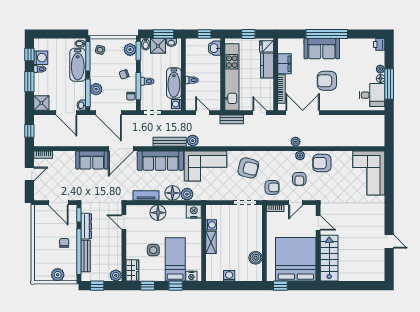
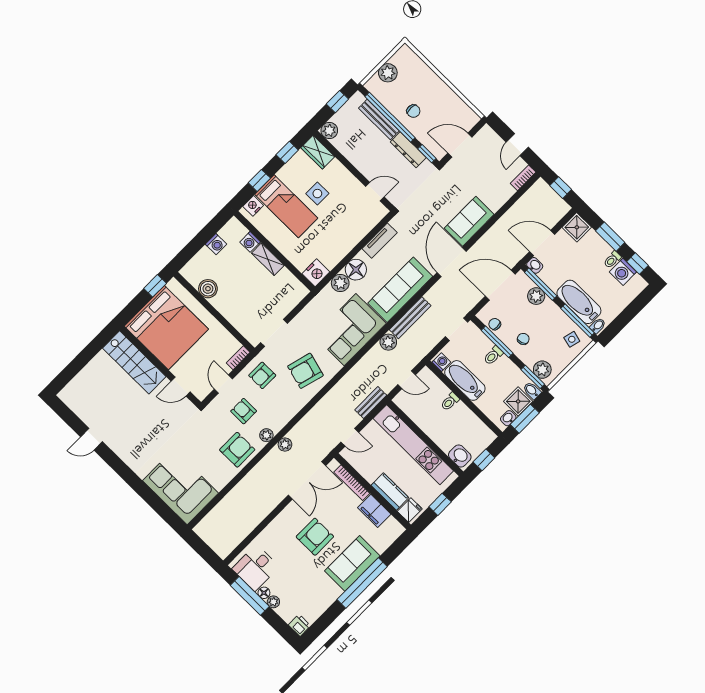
floor lamp: (158, 213) -> (350, 235), removed
washing machine: (211, 225) -> (250, 242), moved

